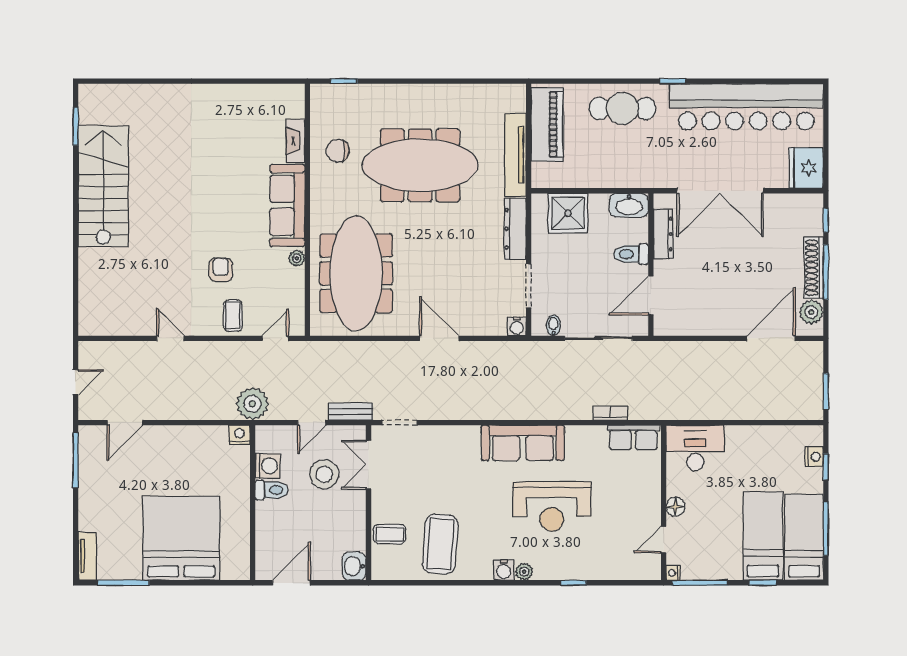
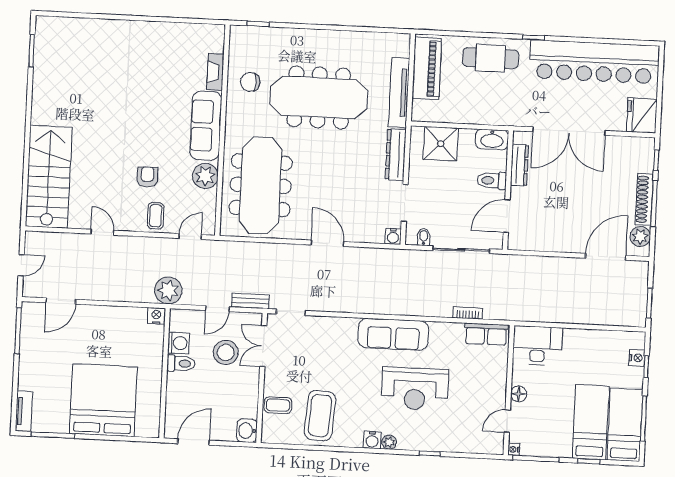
stairs: (103, 186) -> (49, 177), moved
plant: (297, 258) -> (205, 176), width x1.87, depth x1.87

